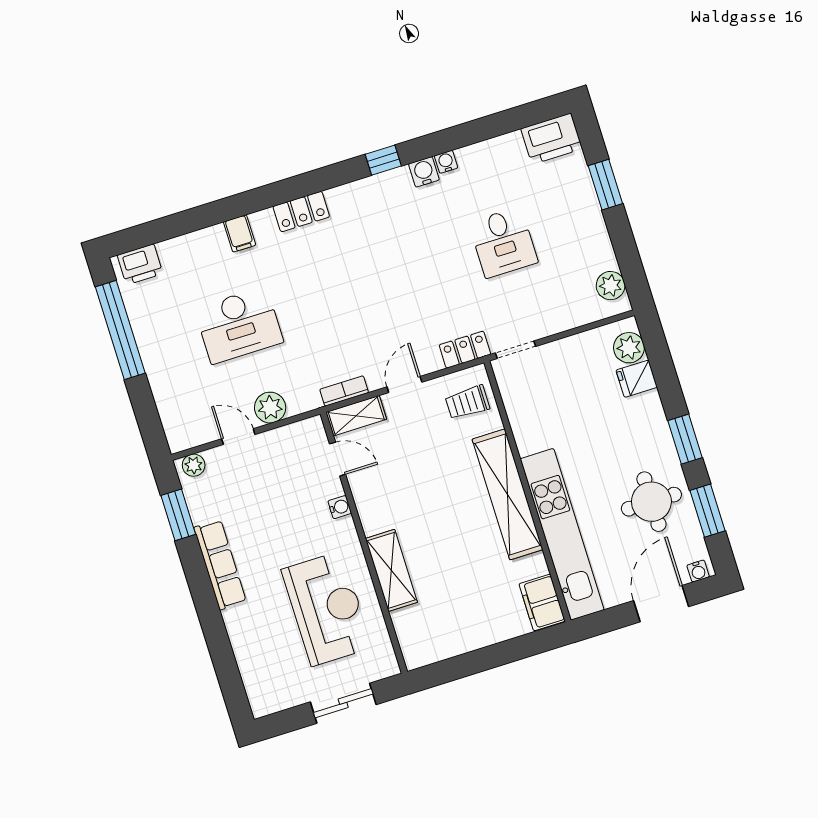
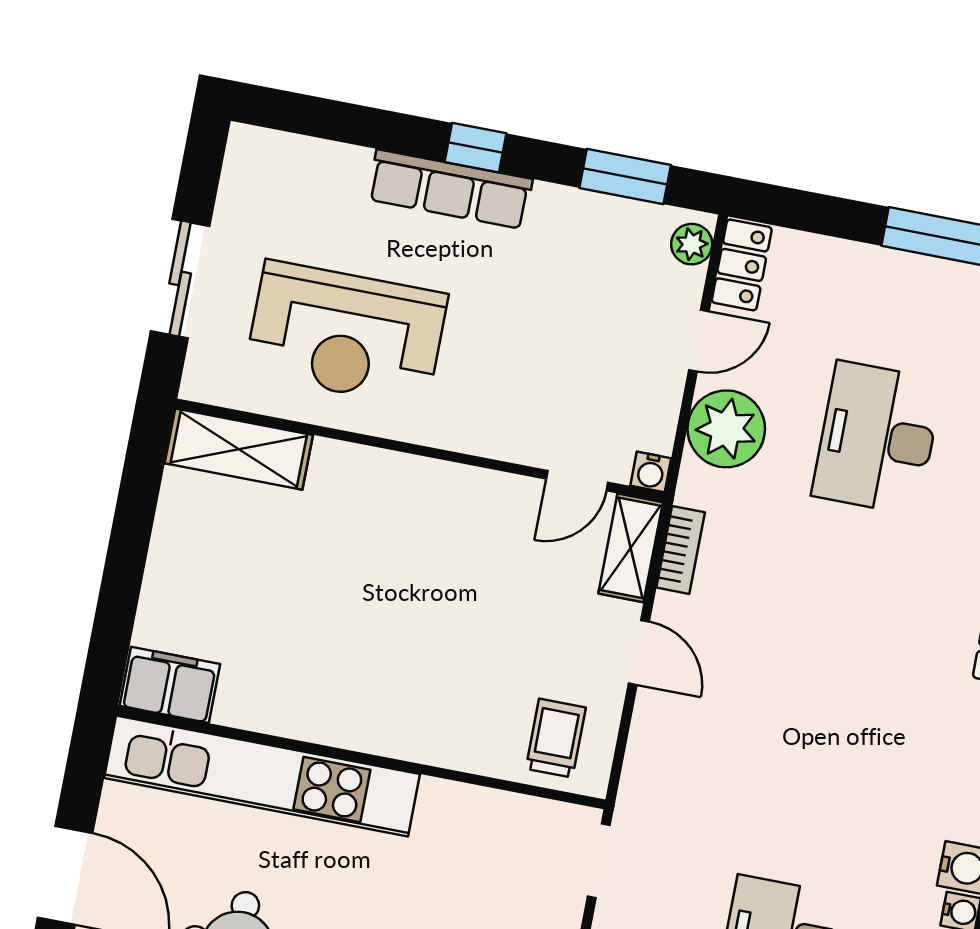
locker: (465, 350) -> (742, 265), moved
plant: (270, 408) -> (726, 429), width x1.36, depth x1.36
shelving: (507, 494) -> (373, 723), removed
water cooler: (340, 507) -> (651, 472), moved
row of seats: (220, 565) -> (450, 189), moved
shelving: (391, 570) -> (239, 449), moved
window: (203, 595) -> (475, 148), added

